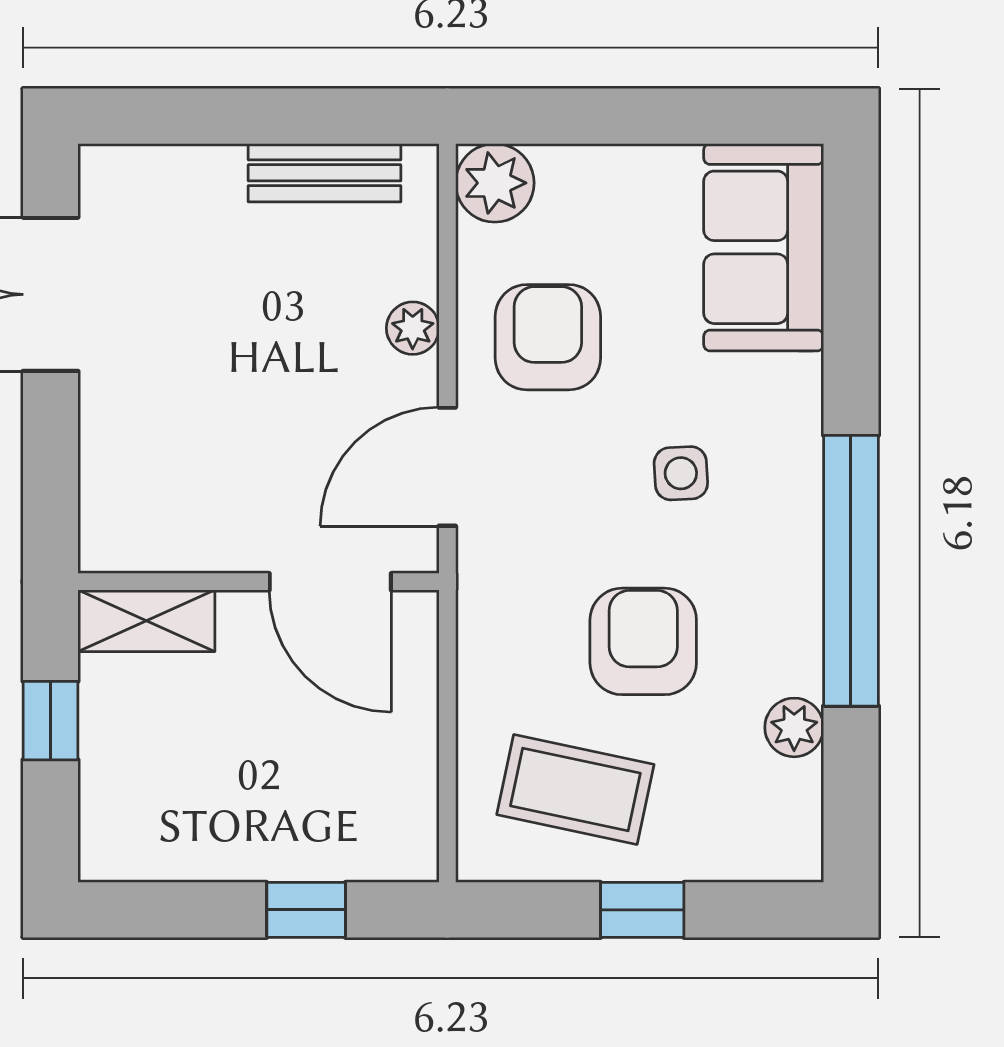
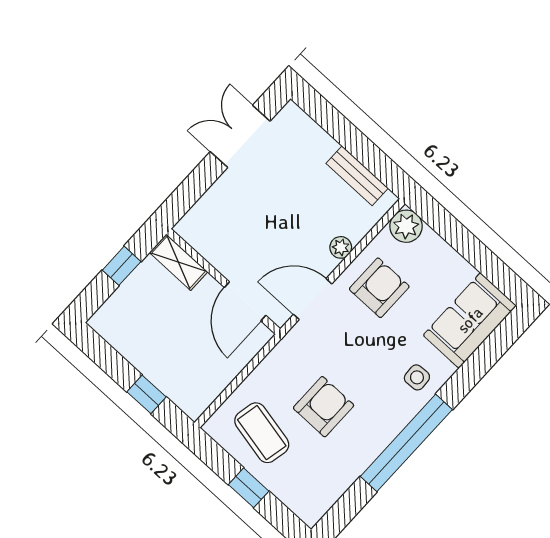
side table: (681, 473) -> (417, 377), moved
plant: (794, 727) -> (345, 475), removed

